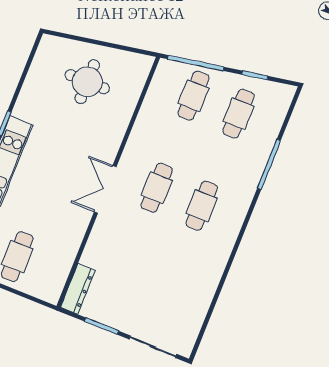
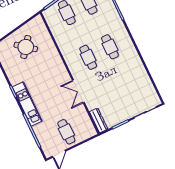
round table: (87, 82) -> (26, 47), turned 38
double door: (105, 189) -> (78, 91), moved

